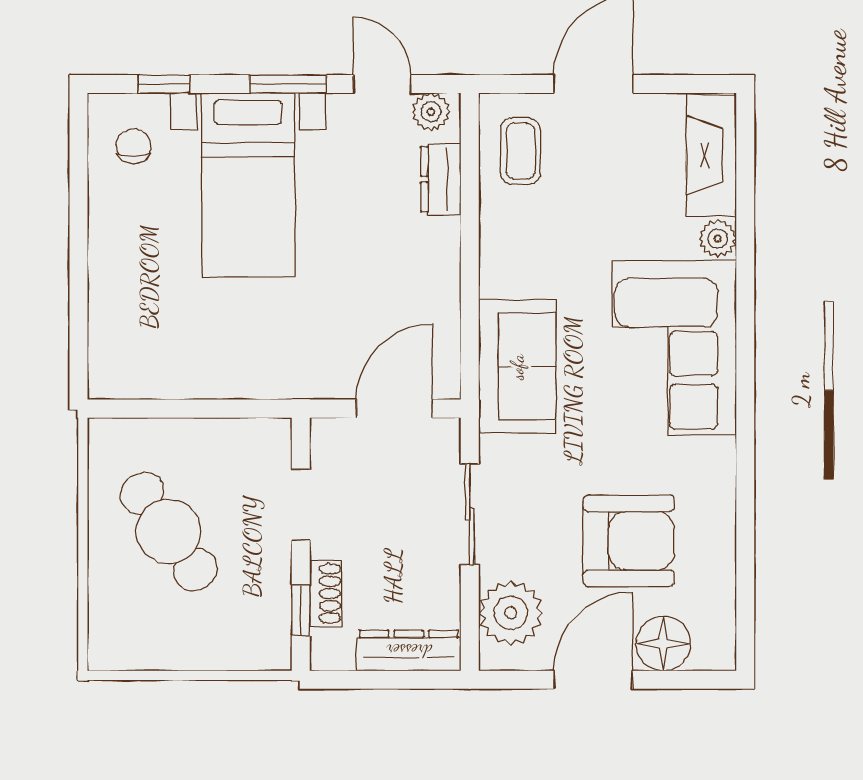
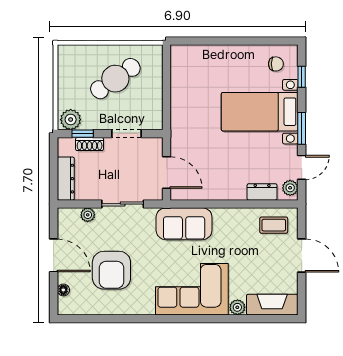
plant: (511, 613) -> (88, 215), width x0.53, depth x0.53
plant: (267, 639) -> (71, 120), added
floor lamp: (663, 644) -> (63, 290), width x0.53, depth x0.53

